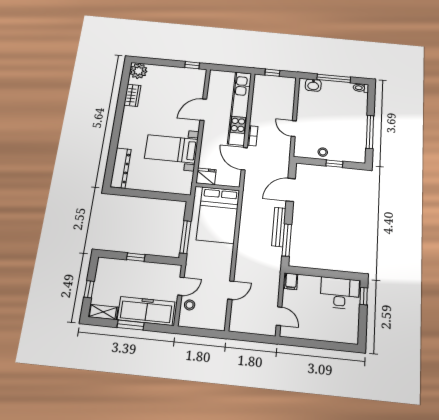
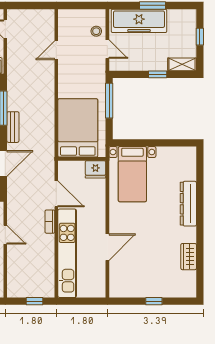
window: (192, 65) -> (154, 301), moved
plant: (138, 71) -> (186, 288), removed
bed with nightstands: (171, 149) -> (132, 174), moved, turned 90
dresser: (121, 168) -> (188, 204), moved
bench: (279, 227) -> (13, 127), width x0.73
door: (181, 286) -> (107, 49), swing flipped
shelving: (103, 312) -> (182, 64), moved

